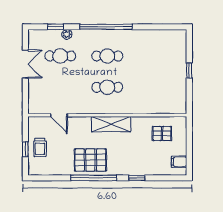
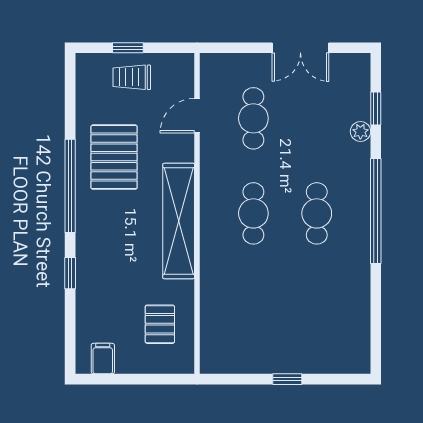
cafe table: (60, 56) -> (253, 118), moved
shelving: (111, 124) -> (179, 221), width x1.47
pallet: (90, 160) -> (114, 157), moved

